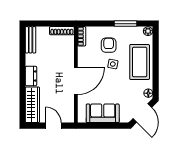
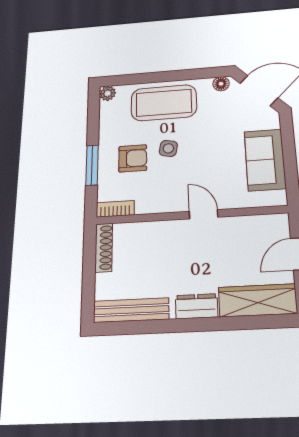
window: (125, 24) -> (92, 165), moved
bench: (31, 40) -> (131, 310), width x1.36
armchair: (109, 45) -> (133, 158), turned 180
door: (76, 81) -> (203, 214), width x0.53

